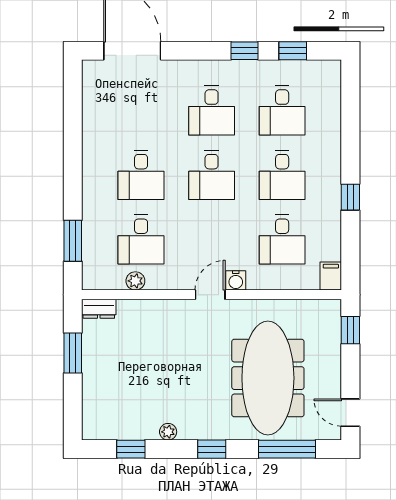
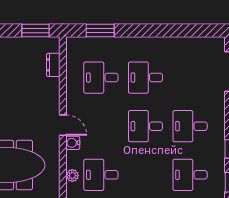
desk: (282, 175) -> (145, 175), removed
plant: (135, 281) -> (72, 176), moved
dresser: (99, 309) -> (53, 65), moved
window: (73, 353) -> (35, 30), moved

